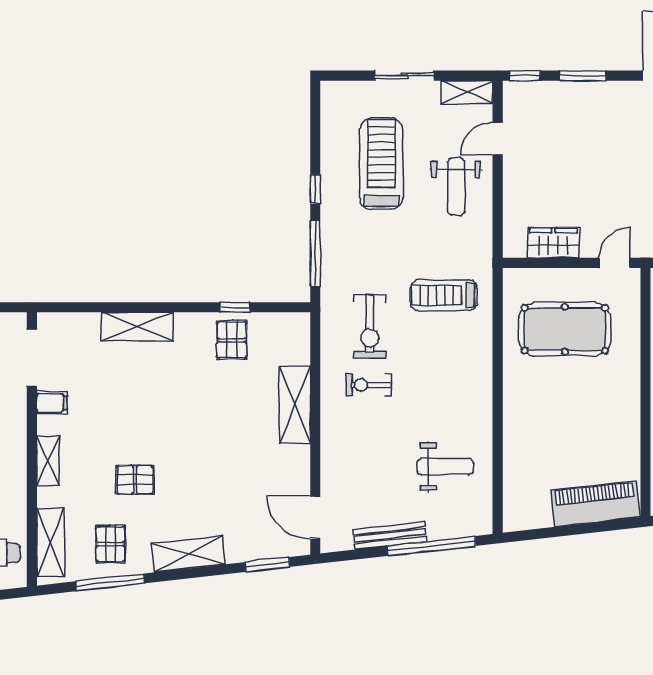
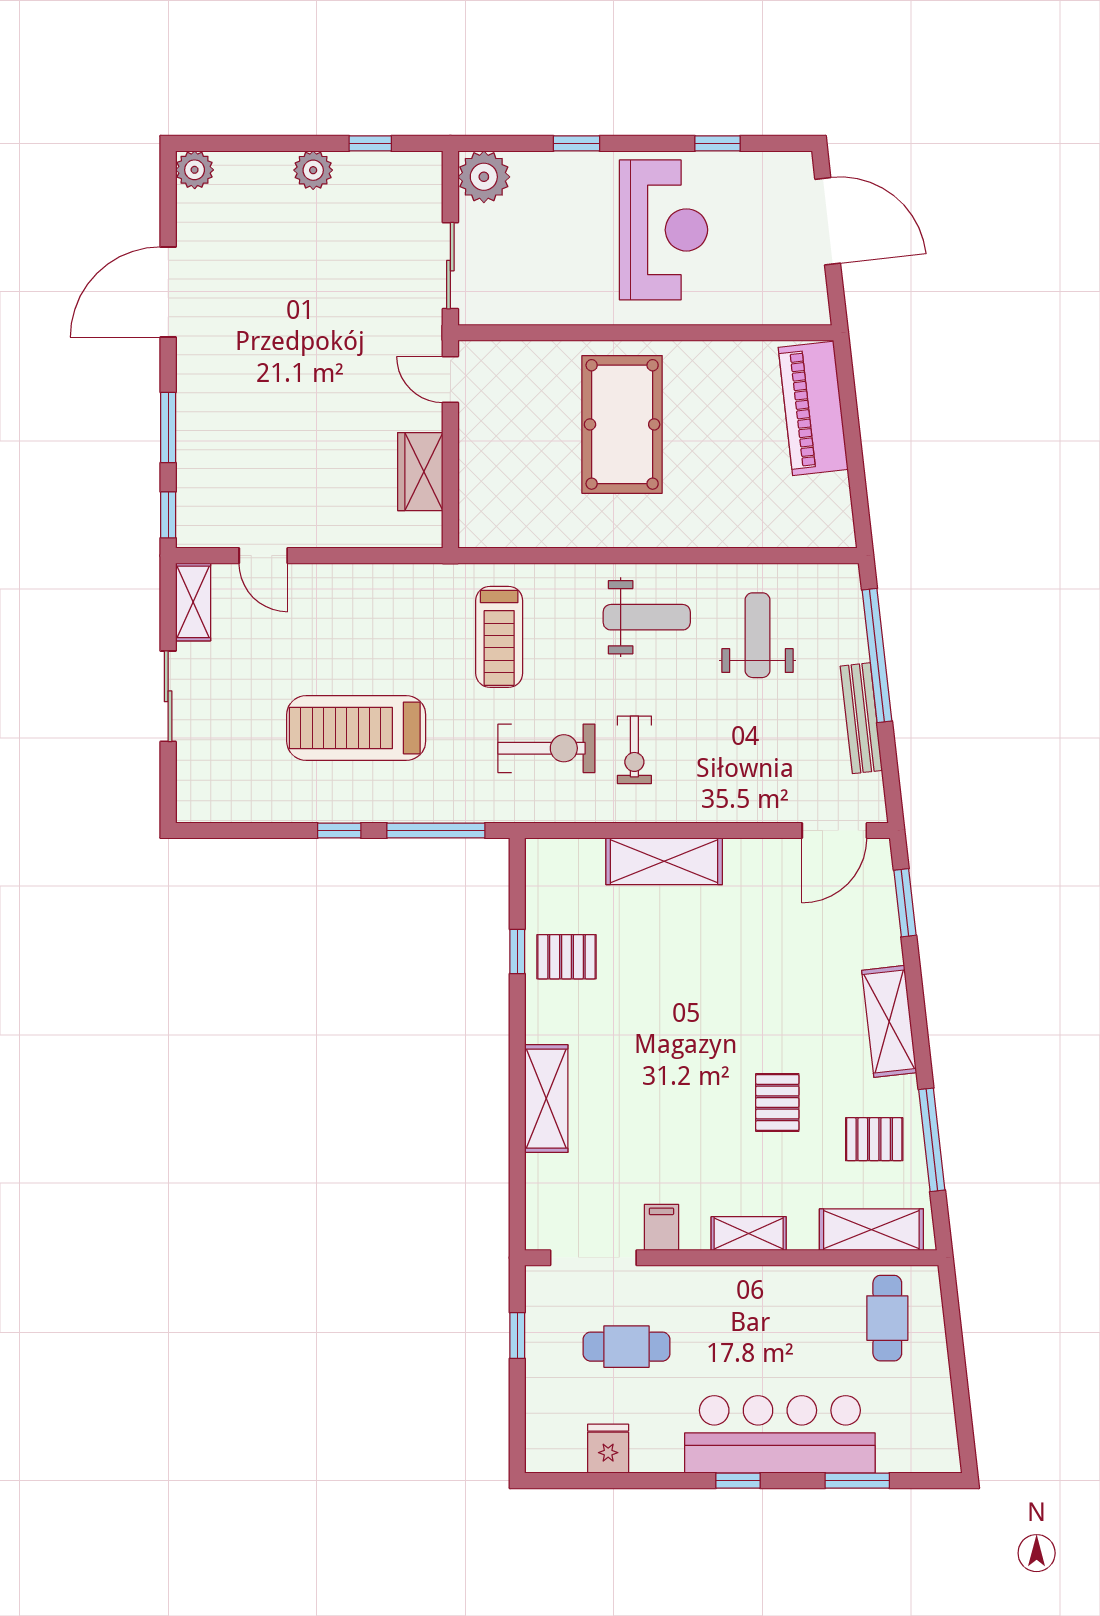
treadmill: (381, 164) -> (356, 728), moved
weight bench: (456, 187) -> (647, 617), moved
pool table: (565, 329) -> (622, 424), moved

